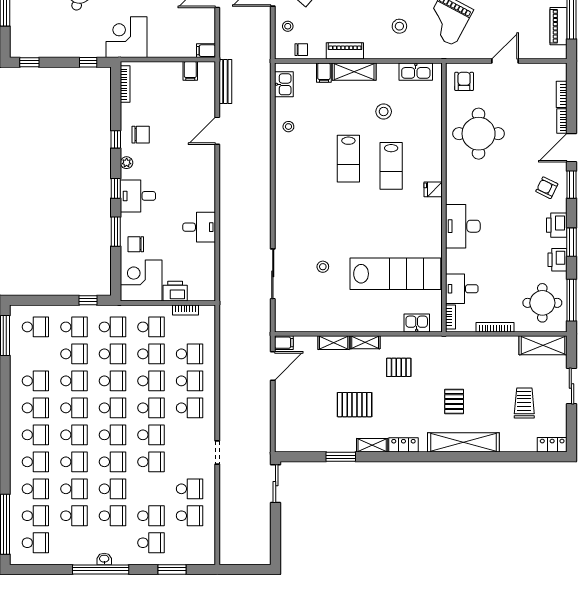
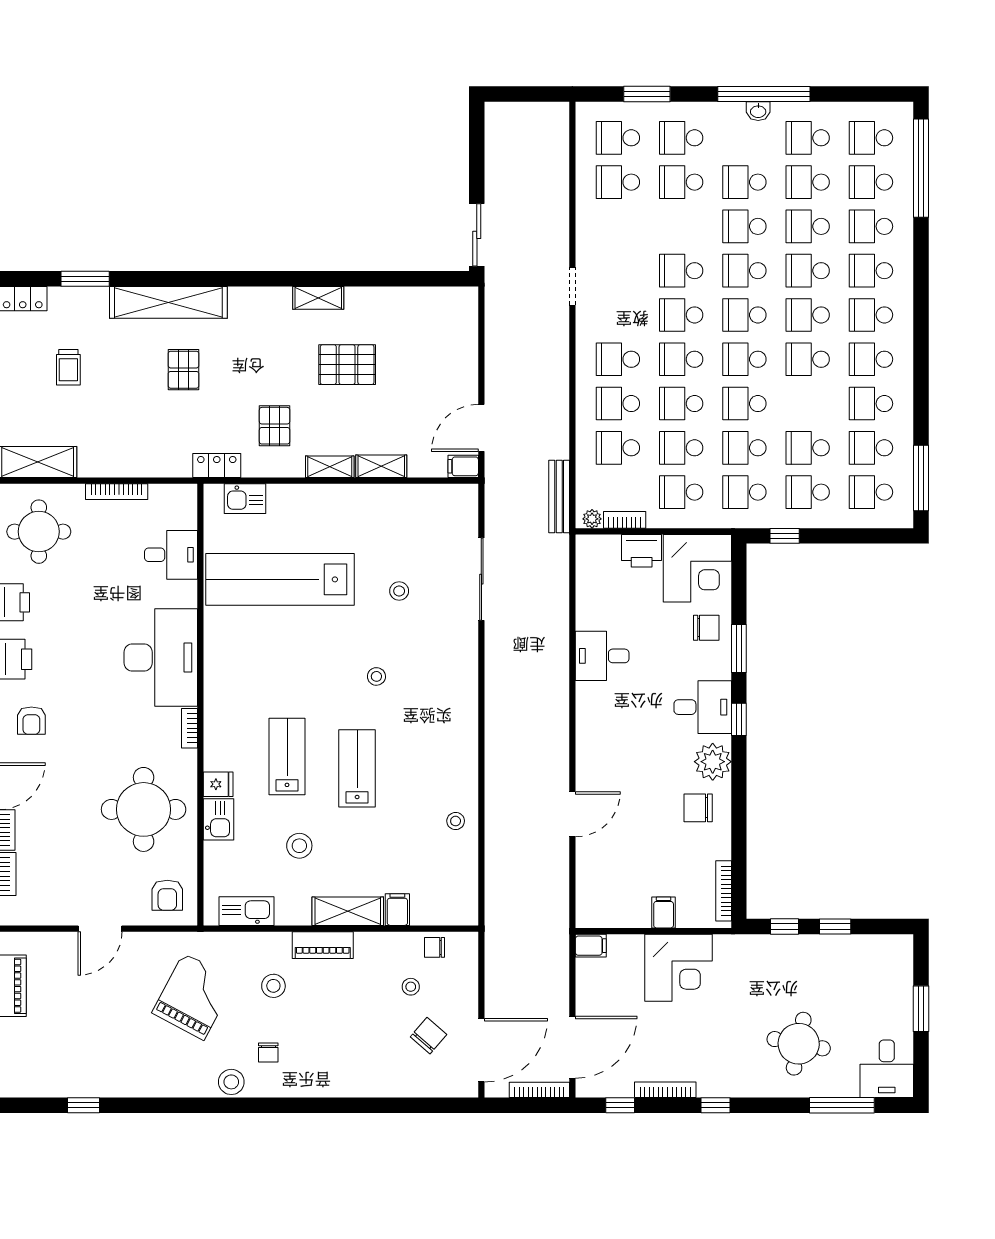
stool: (288, 26) -> (411, 987), moved
corner desk: (126, 37) -> (679, 968), moved
piano: (345, 51) -> (323, 945), moved
window: (29, 62) -> (835, 927), moved
filing cabinet: (190, 71) -> (664, 912), moved
bench: (225, 82) -> (559, 496), moved
kitchen sink: (284, 84) -> (219, 819), moved, turned 180
window: (116, 139) -> (739, 800), removed
plant: (127, 163) -> (713, 762), width x1.88, depth x1.88
armchair: (547, 188) -> (31, 721), turned 64
fridge: (433, 189) -> (218, 784), moved
stool: (337, 215) -> (376, 676), added
desk: (463, 226) -> (161, 657), width x1.36, depth x1.30
plant: (205, 311) -> (592, 519), added
bookcase: (451, 317) -> (190, 728), moved
pallet: (399, 367) -> (275, 426), turned 90
school desk: (74, 381) -> (871, 448), moved
trolley: (524, 403) -> (68, 367), width x0.73, depth x0.72
locker: (403, 445) -> (217, 466), moved, turned 180
window: (341, 457) -> (85, 279), moved
school desk: (190, 489) -> (618, 138), moved
school desk: (74, 543) -> (808, 138), added

